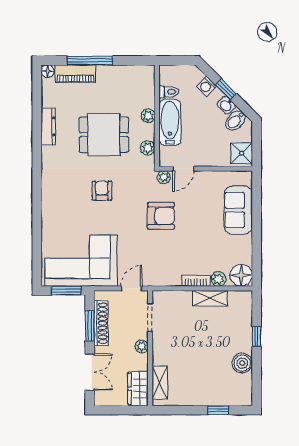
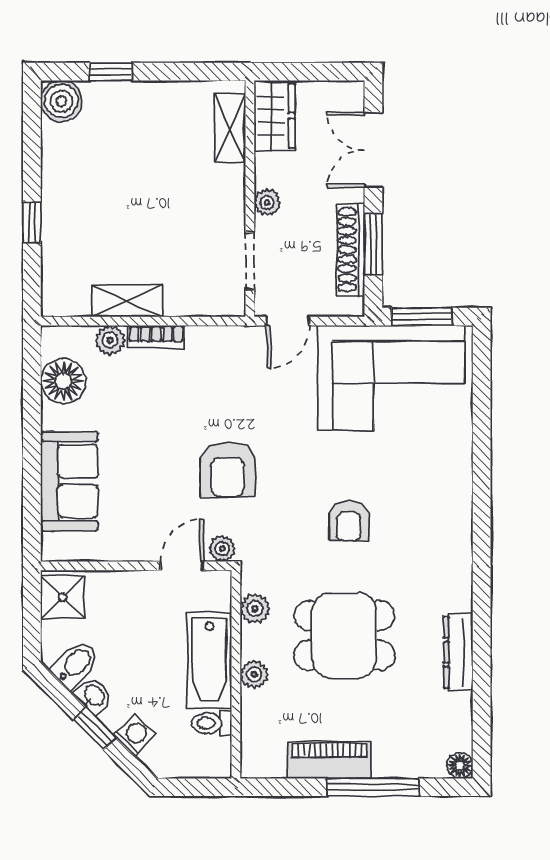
piano: (75, 74) -> (330, 760), moved
armchair: (161, 216) -> (228, 469), turned -90
floor lamp: (241, 275) -> (63, 381), moved
boiler: (242, 363) -> (61, 101), moved

